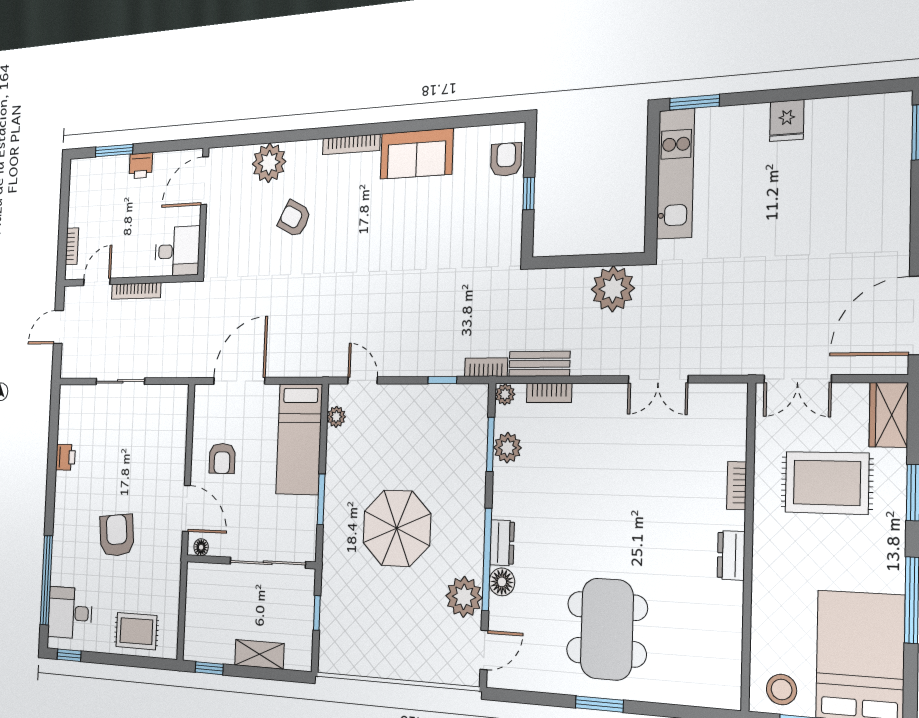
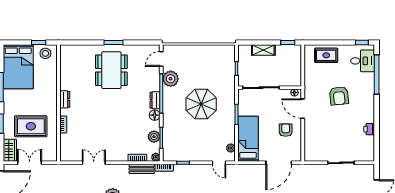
double door: (798, 379) -> (30, 163), moved
floor lamp: (502, 582) -> (155, 115), moved

